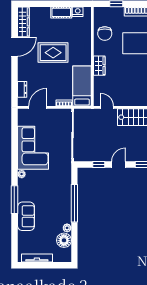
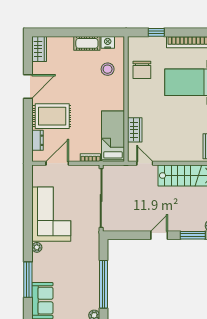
wardrobe: (23, 22) -> (39, 49), width x0.67
stool: (78, 33) -> (108, 69), added
rug: (53, 53) -> (52, 116), moved
wardrobe: (99, 66) -> (135, 130), moved
window: (99, 164) -> (134, 235), removed

